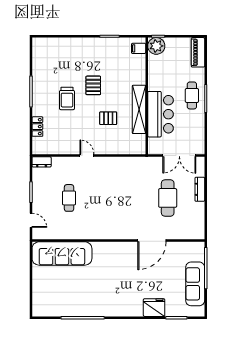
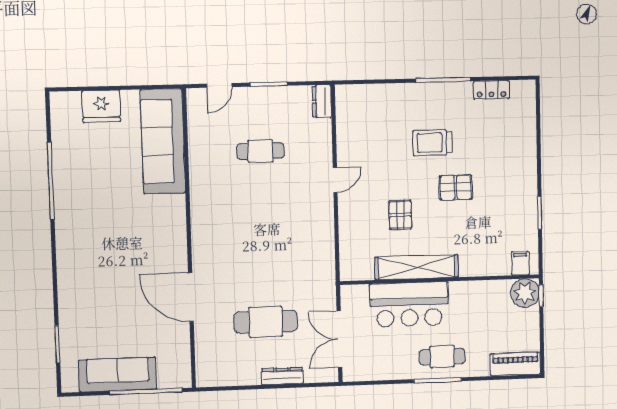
locker: (37, 127) -> (491, 90), moved
fridge: (154, 308) -> (101, 106), moved, turned 90

